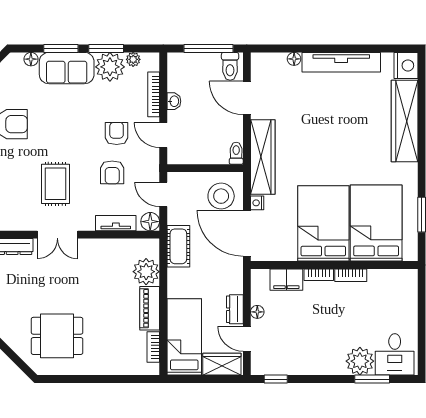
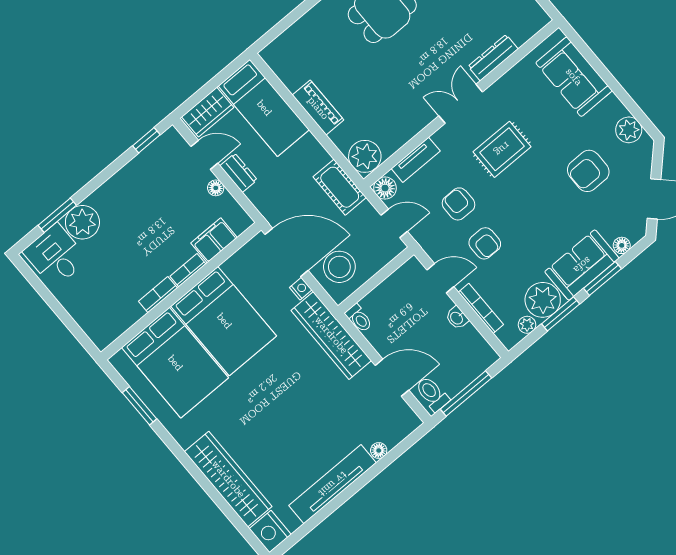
rug: (55, 184) -> (502, 149), turned 90
plant: (146, 272) -> (365, 156), moved
bookcase: (153, 347) -> (285, 74), removed

